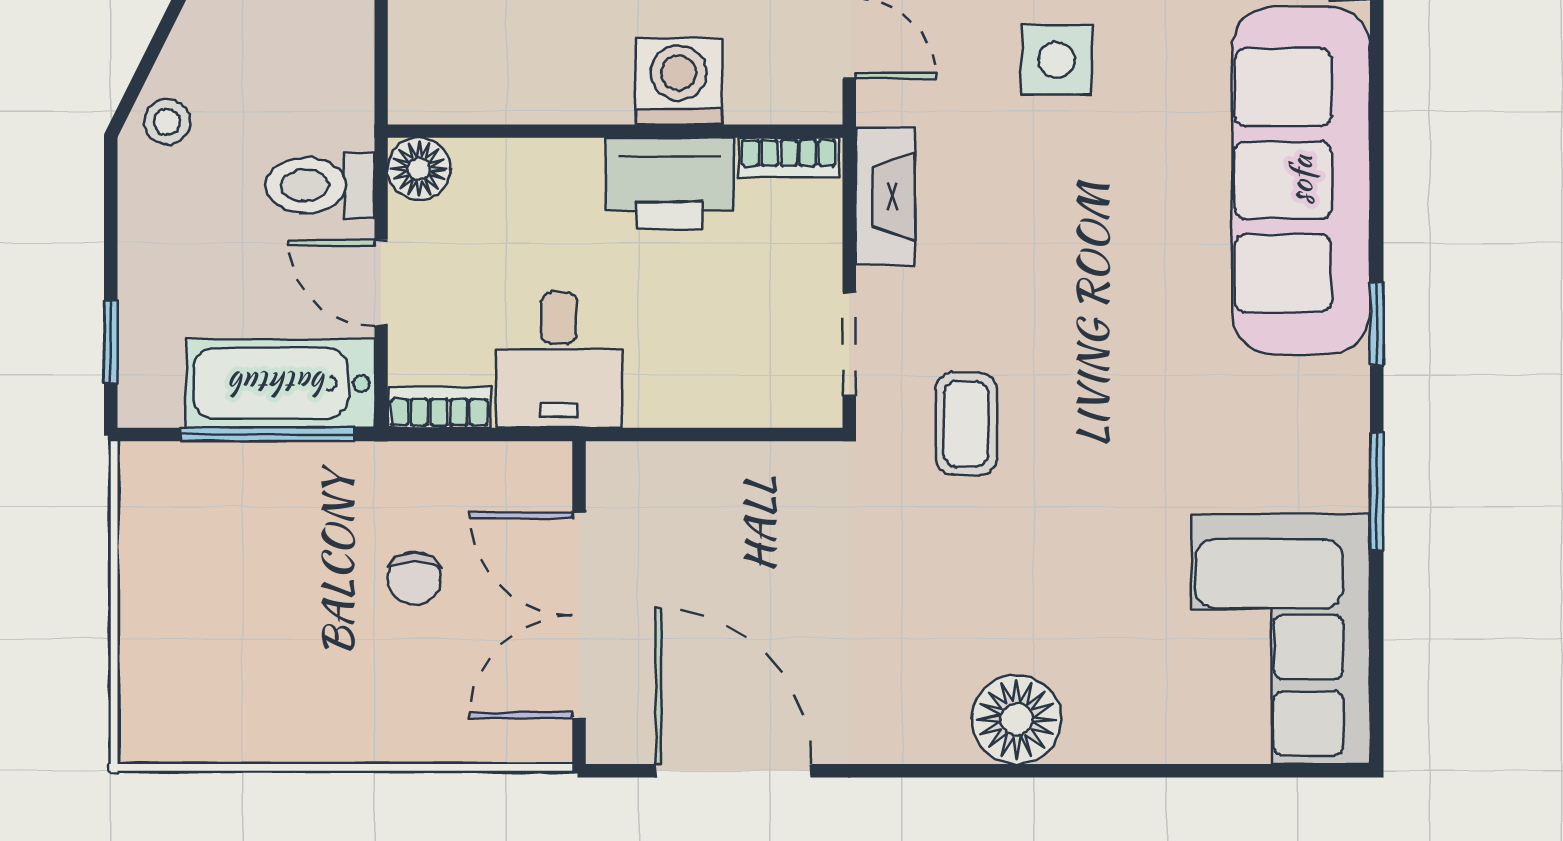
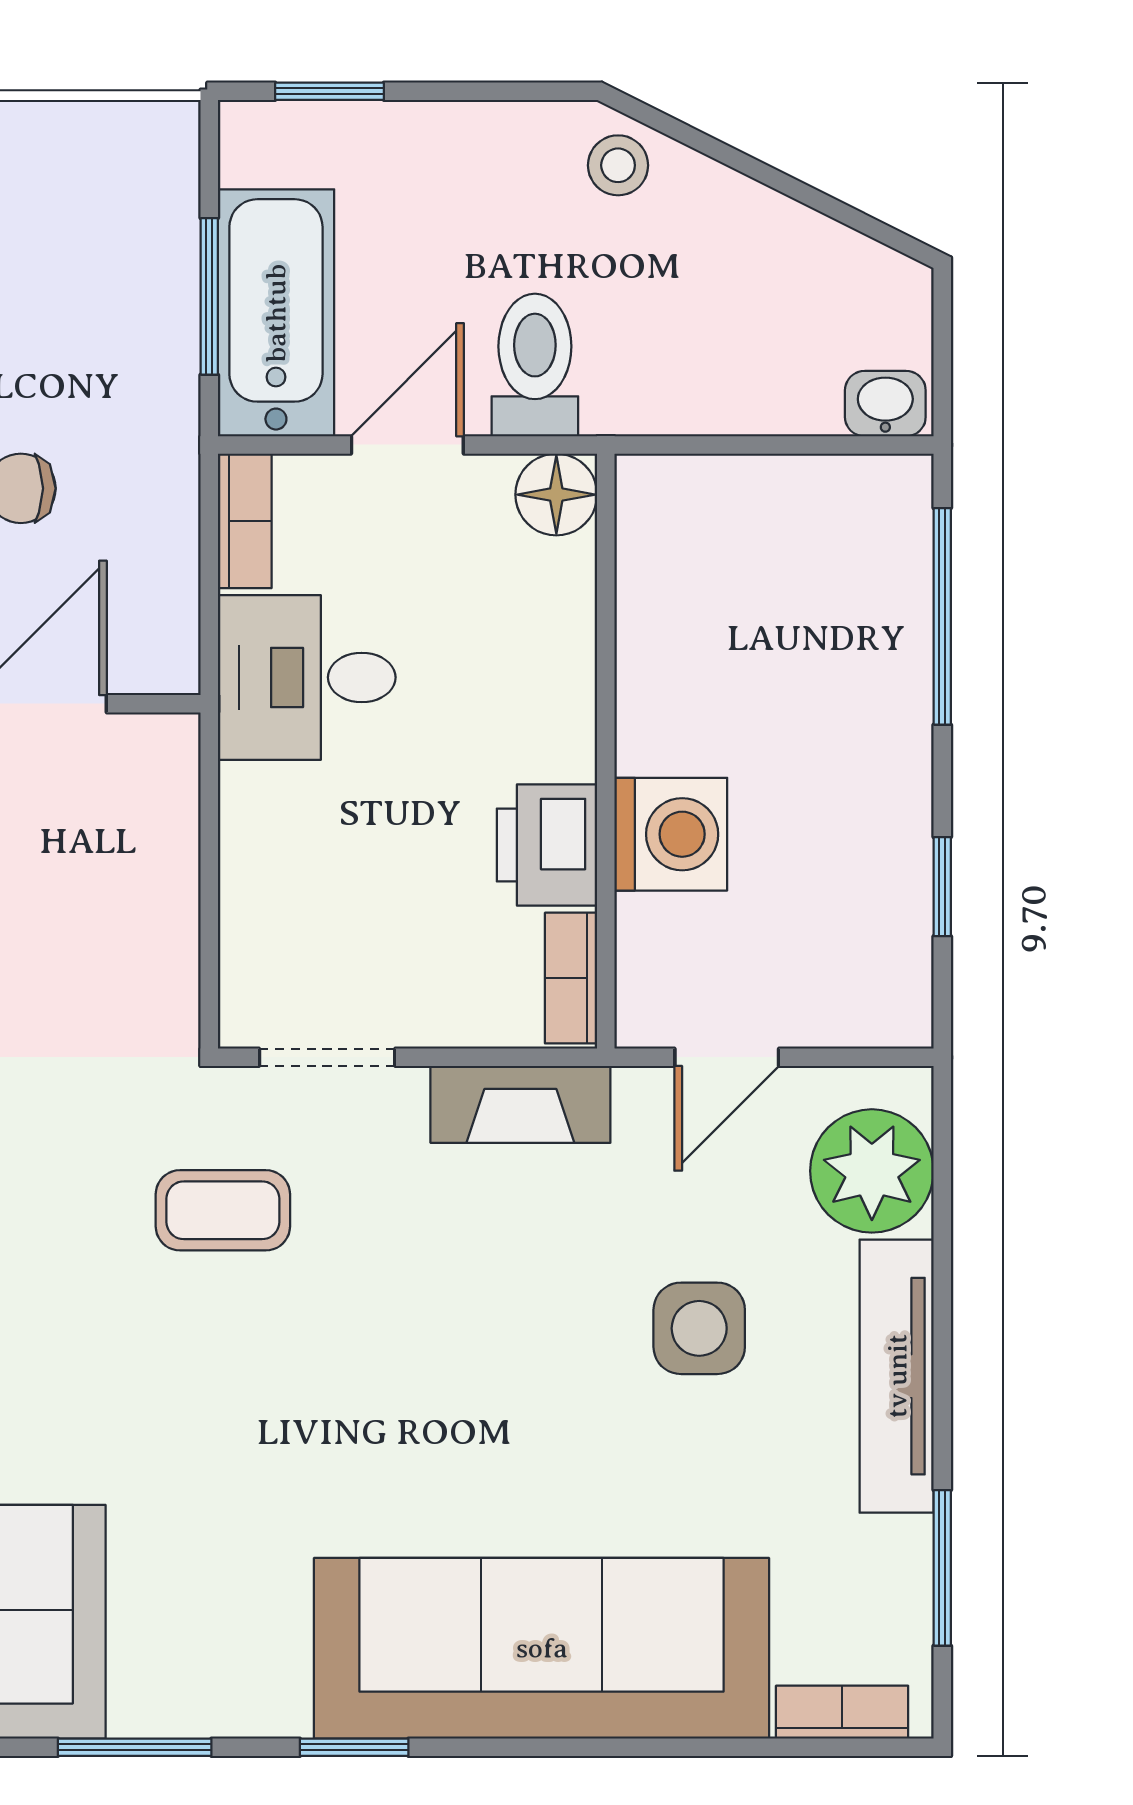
printer: (670, 184) -> (547, 845), width x0.73, depth x0.84
window: (268, 434) -> (209, 296), width x0.69

